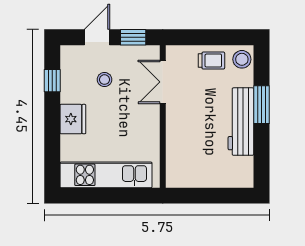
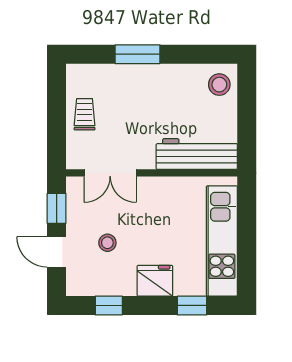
stool: (242, 59) -> (219, 85), moved
workbench: (241, 122) -> (197, 154), moved, turned 180
window: (52, 150) -> (192, 305), added

